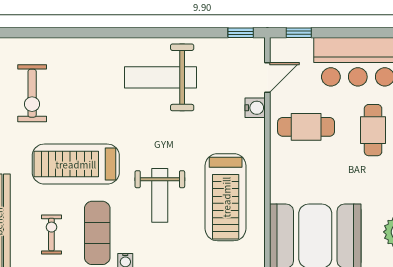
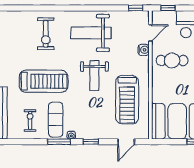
exercise bike: (32, 93) -> (46, 34), moved
treadmill: (76, 164) -> (44, 81), turned 180
weight bench: (160, 195) -> (94, 76), moved

